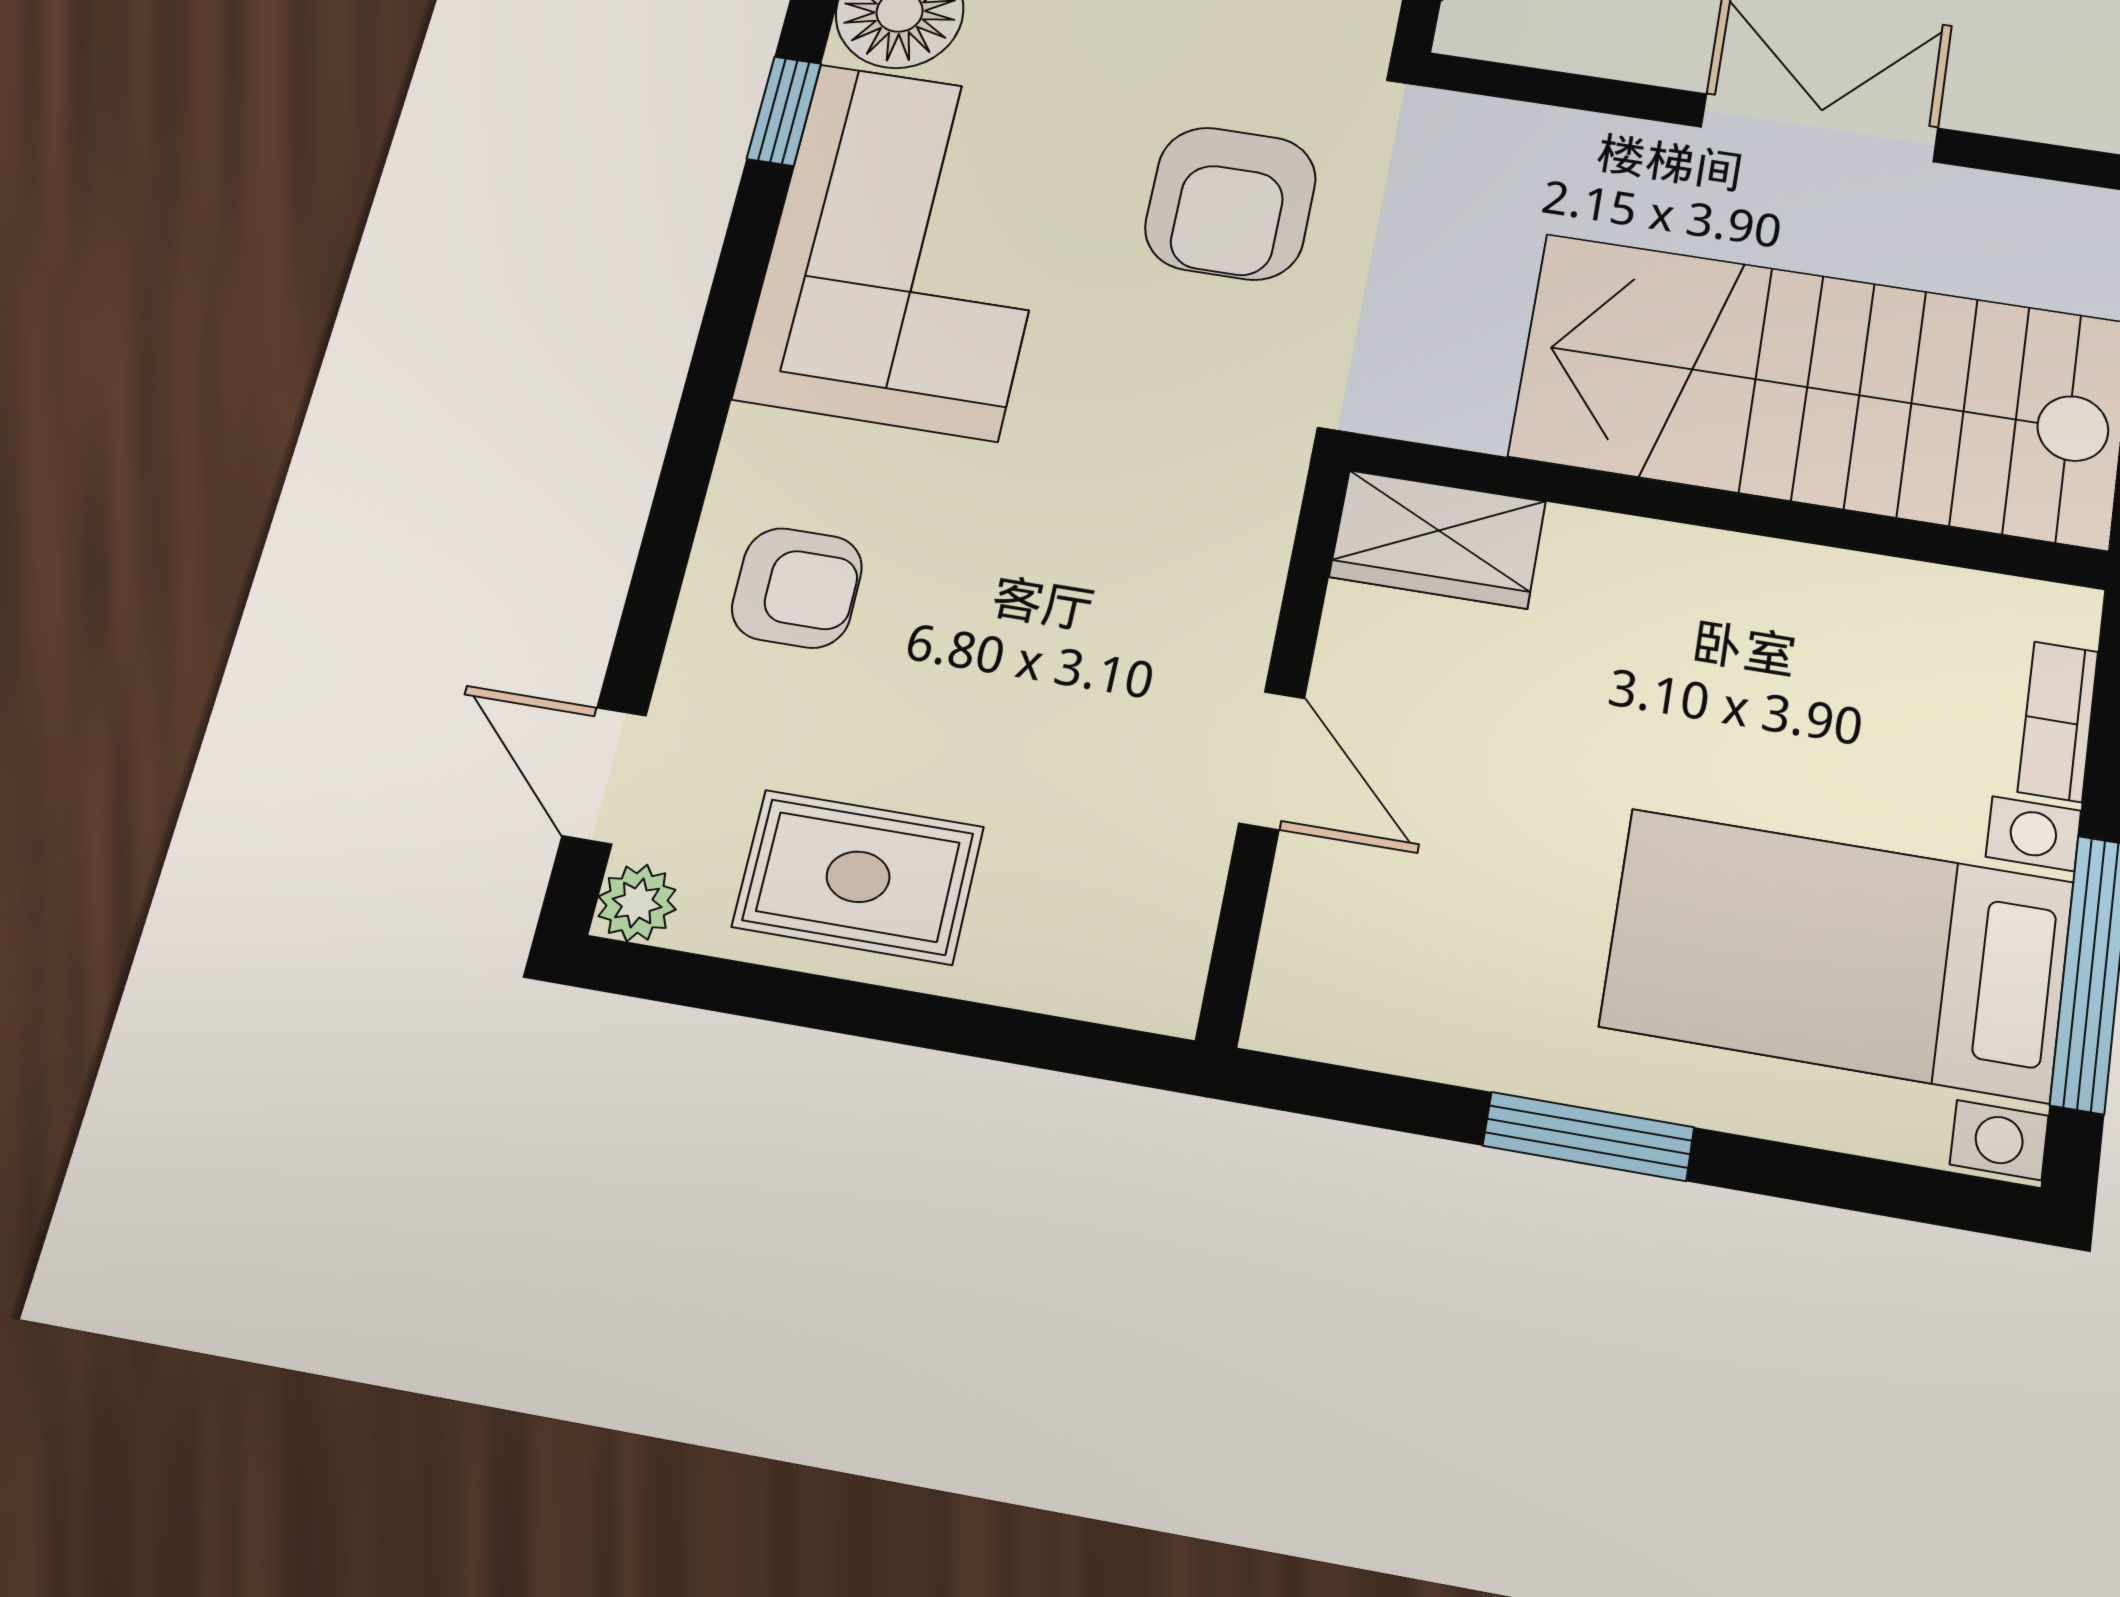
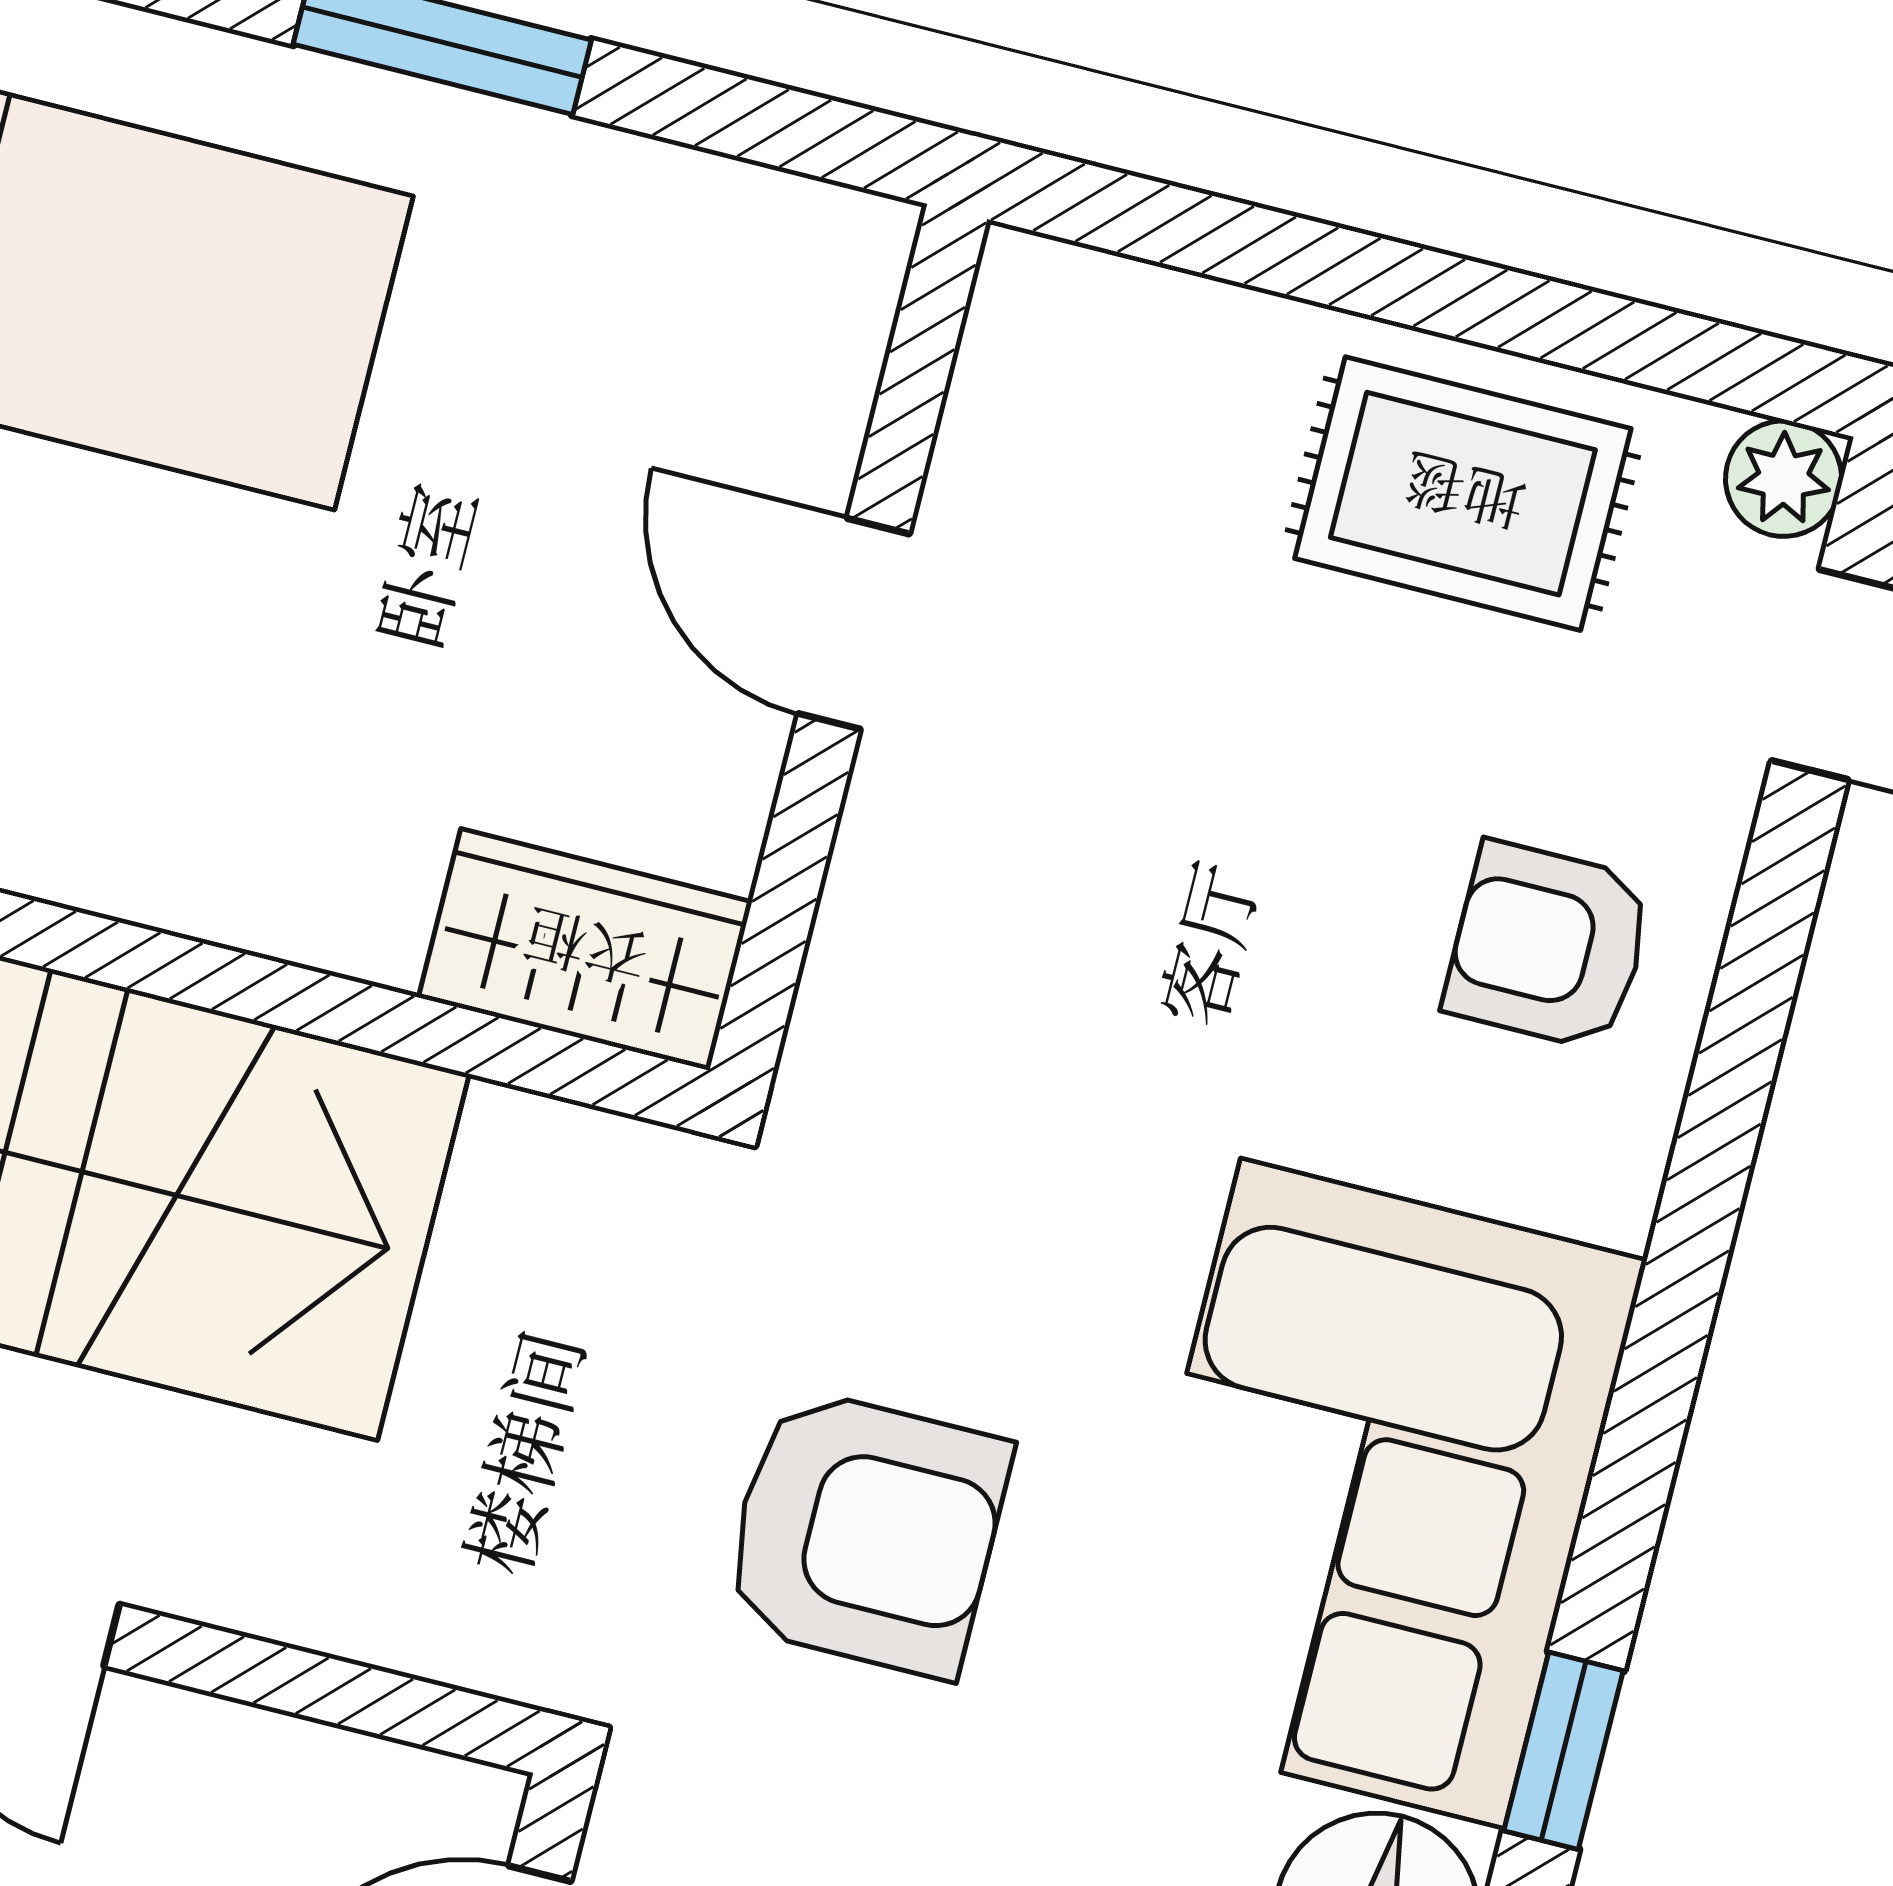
armchair: (1230, 203) -> (866, 1533), turned 90

